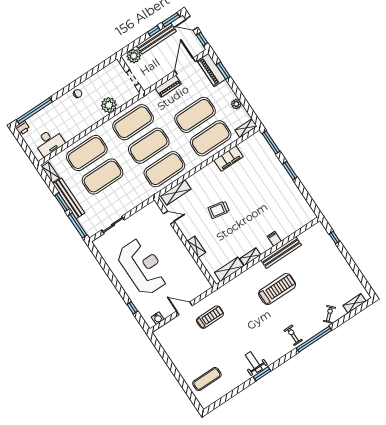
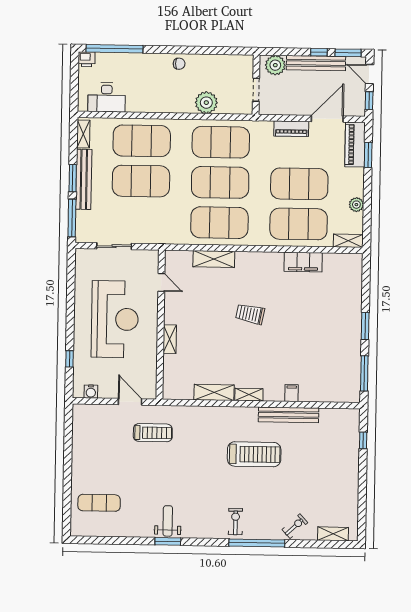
window: (271, 142) -> (364, 373), moved
door: (169, 217) -> (161, 282), moved
wall: (185, 242) -> (161, 325), moved
shelving: (196, 247) -> (170, 339), moved

